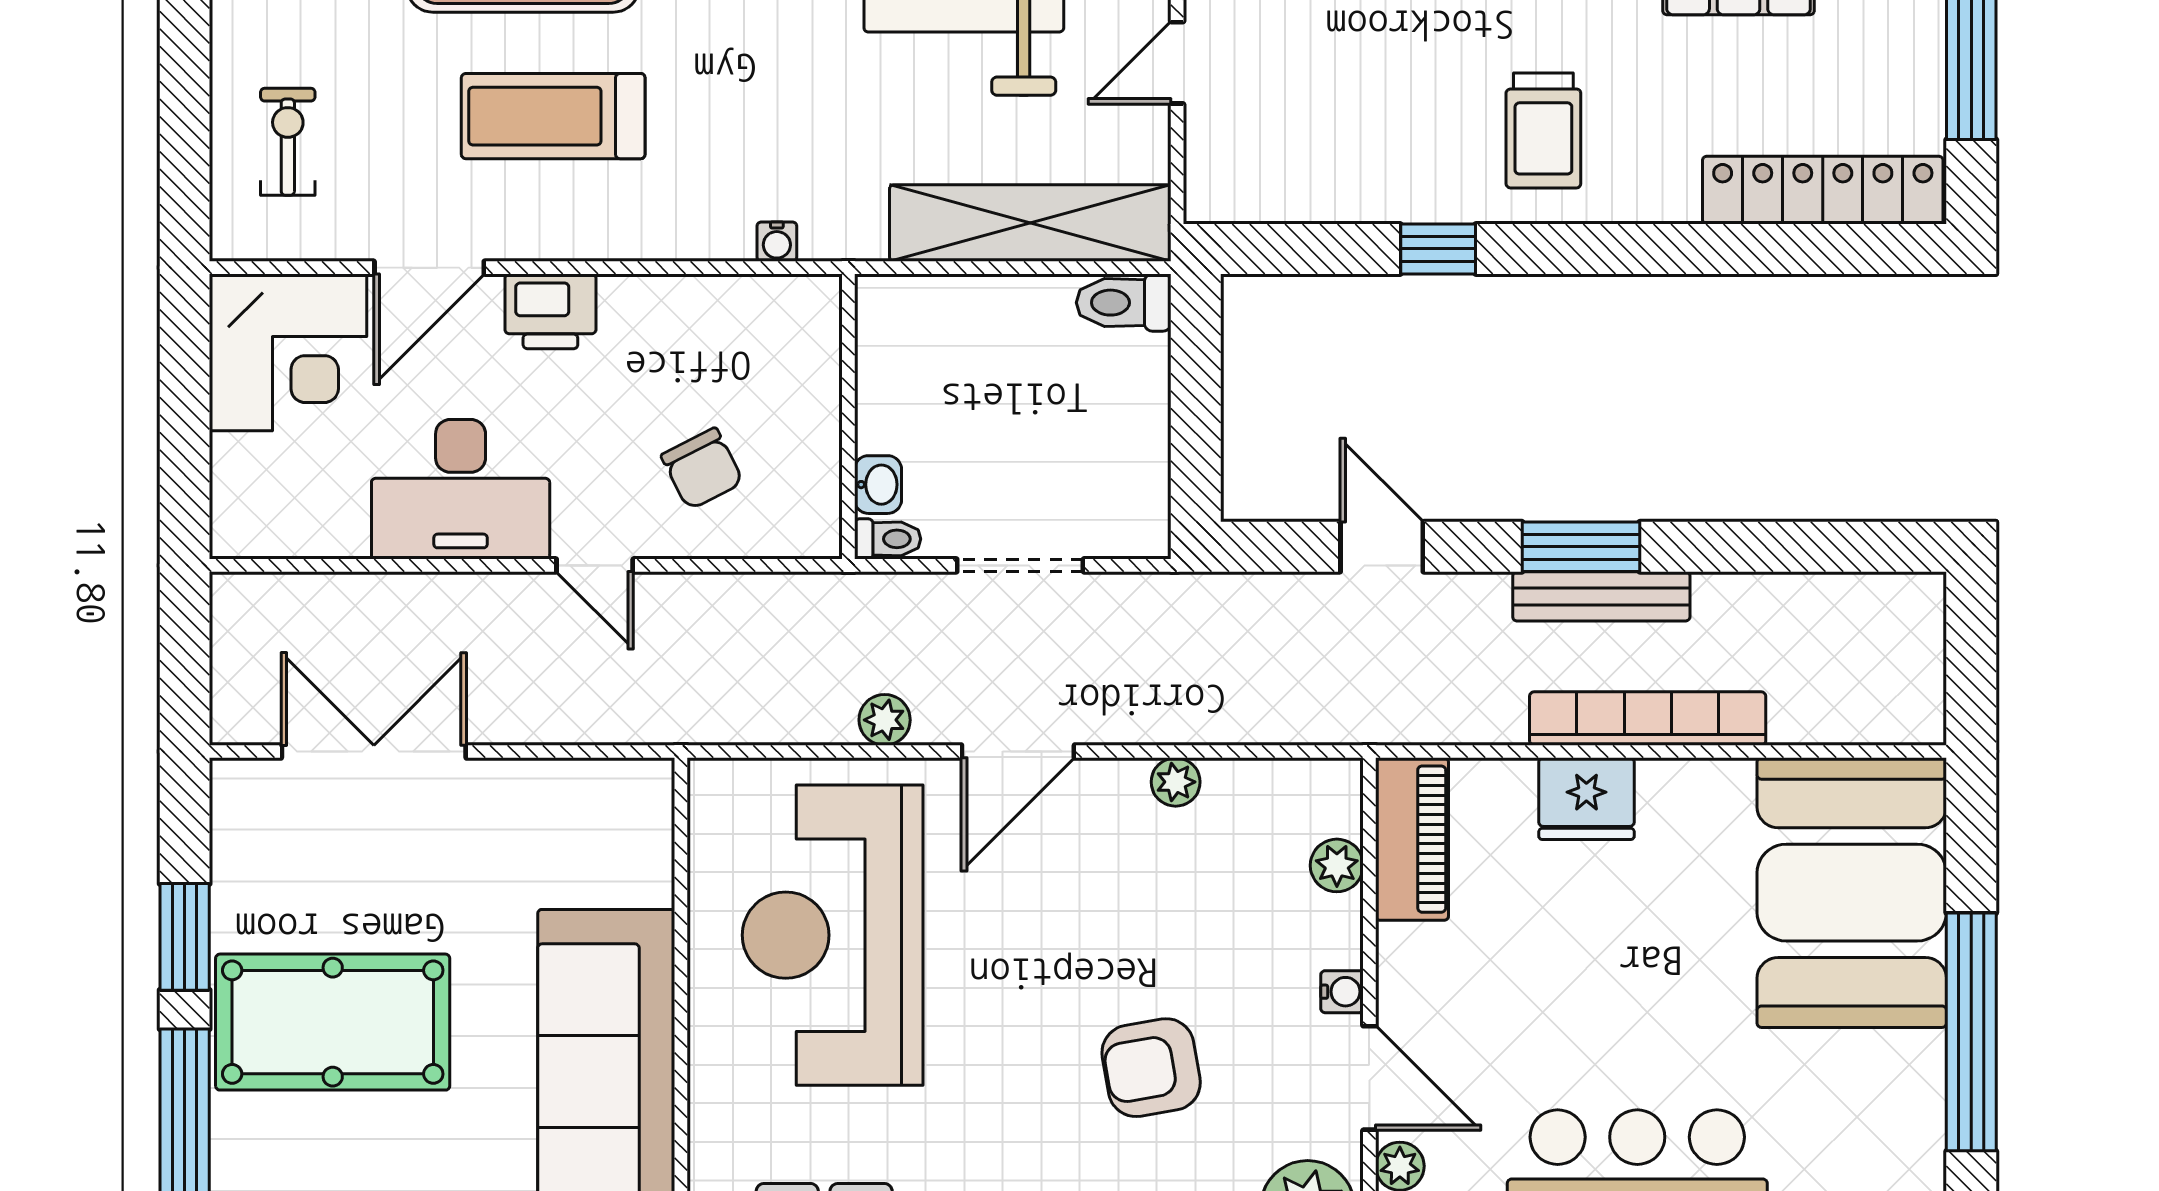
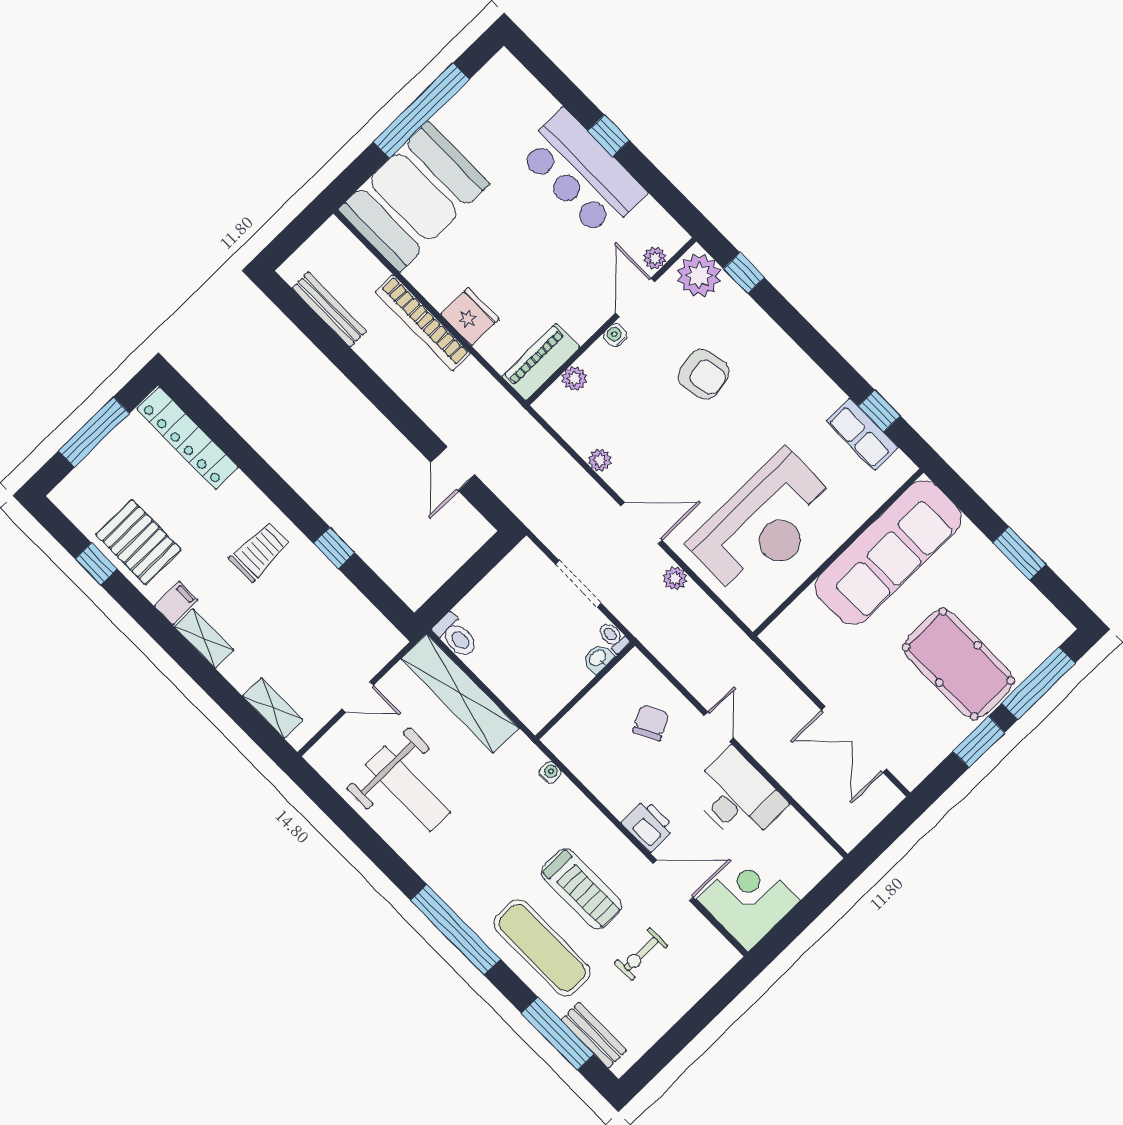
exercise bike: (288, 142) -> (641, 954), moved
window: (1581, 547) -> (387, 402), removed
bench: (1601, 596) -> (329, 310), moved

